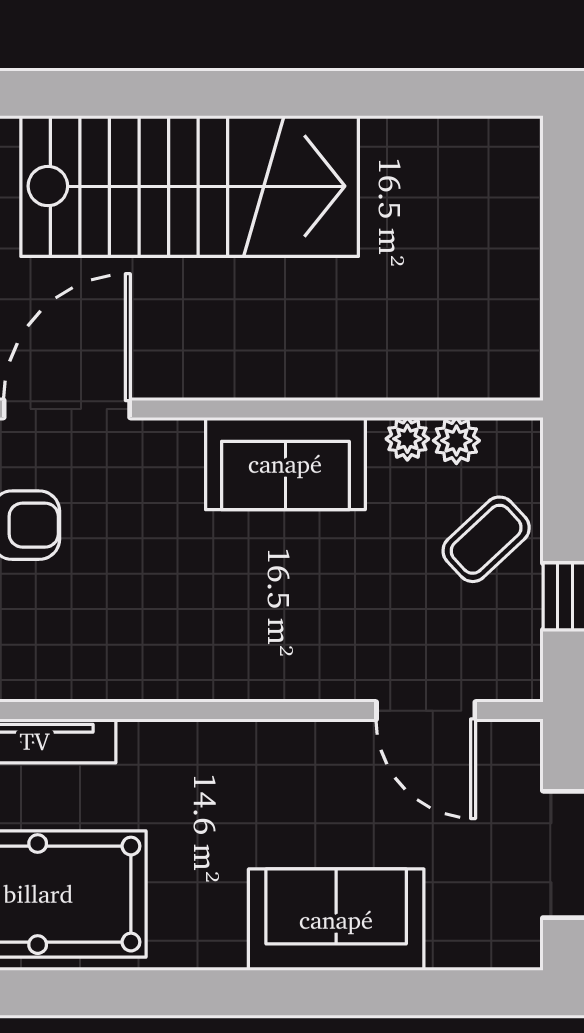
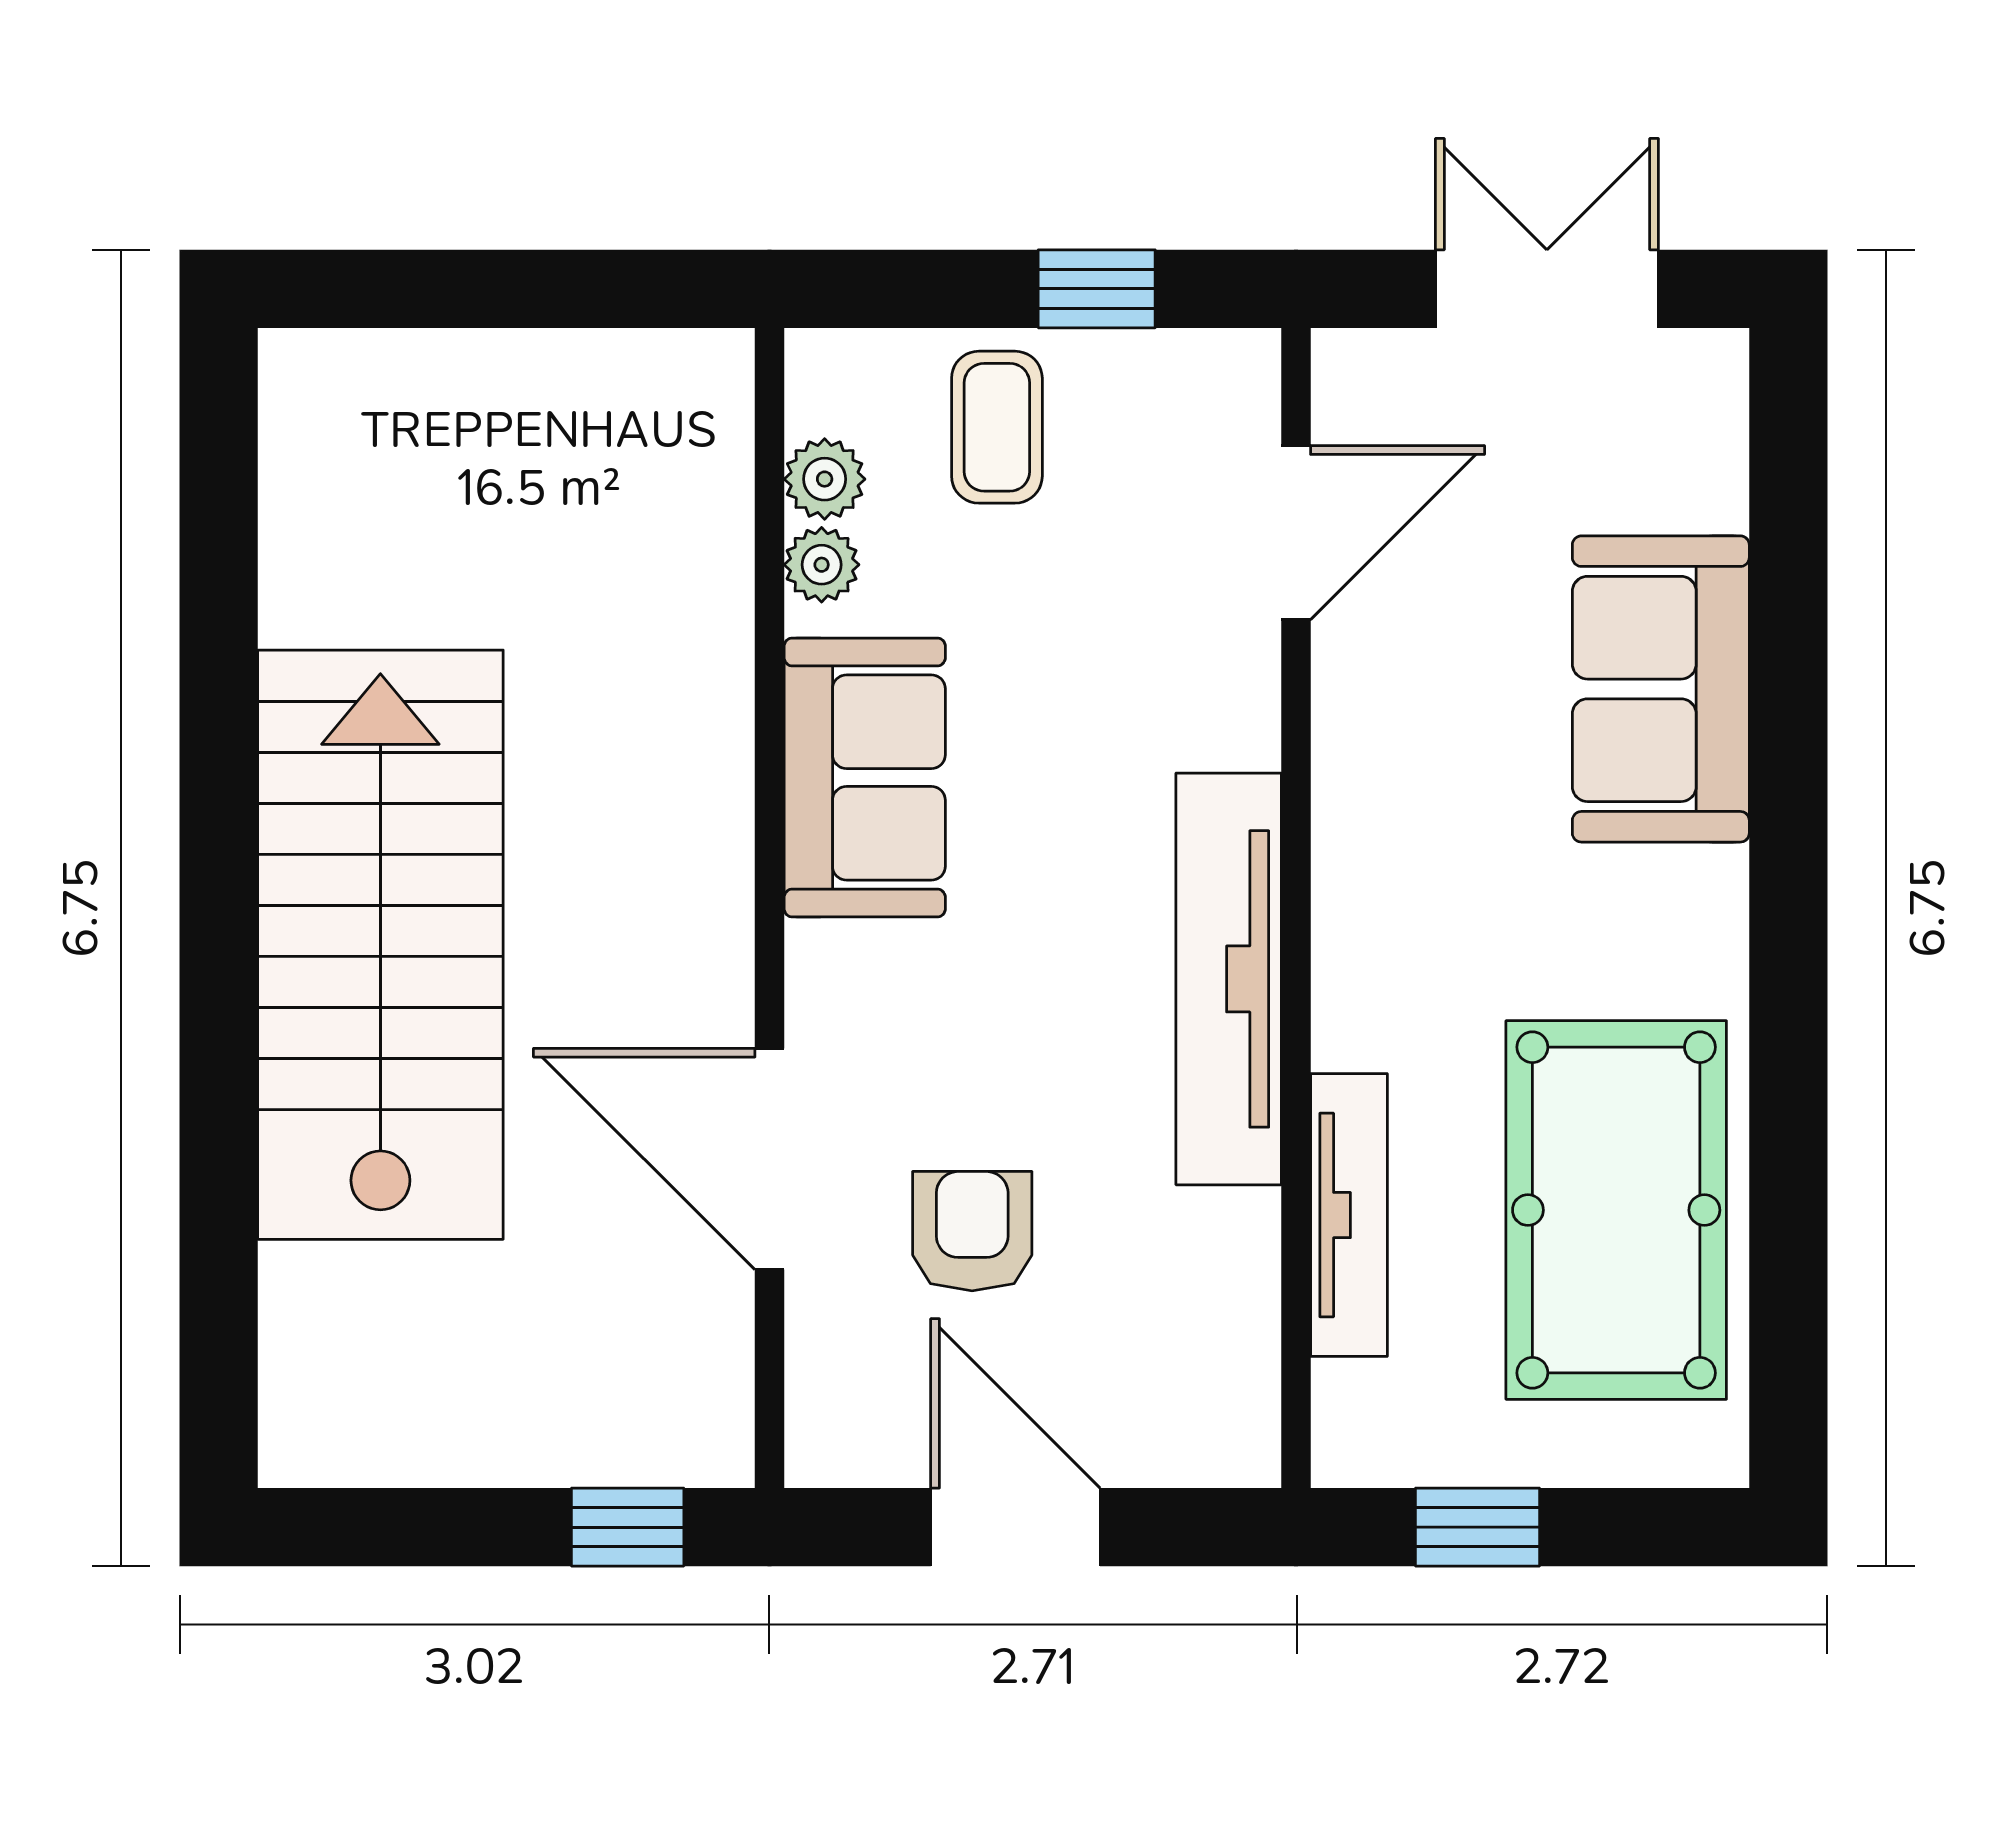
coffee table: (486, 539) -> (997, 427), turned 43
tv unit: (170, 672) -> (1229, 979), added

